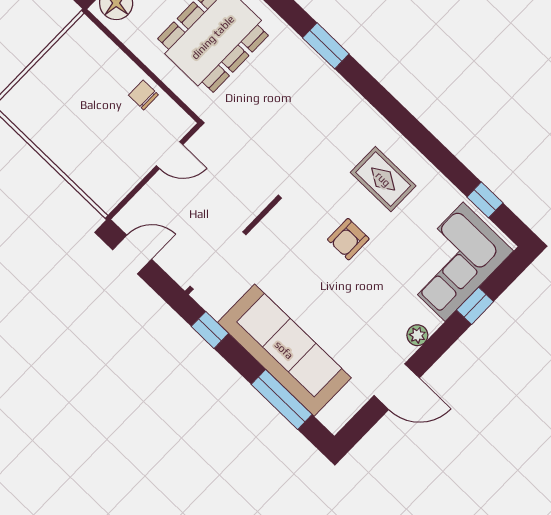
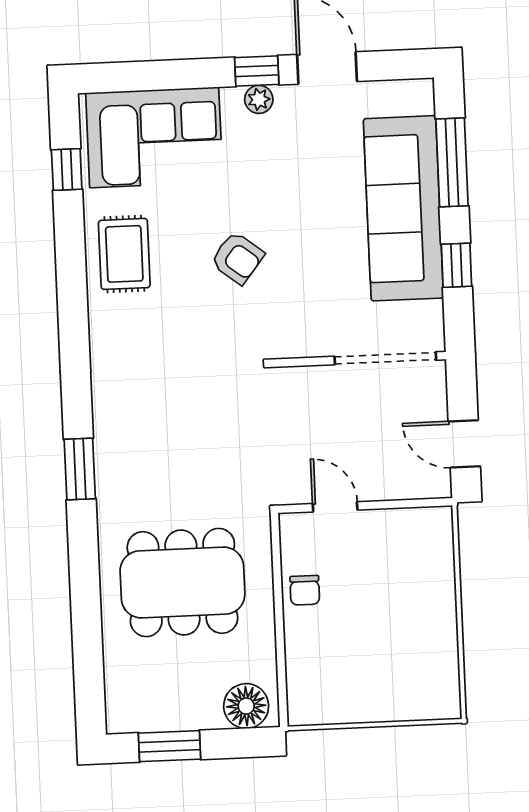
rug: (383, 179) -> (124, 254), moved
armchair: (348, 239) -> (237, 258), turned 38
window: (475, 306) -> (257, 71), moved
window: (210, 330) -> (456, 265), moved

